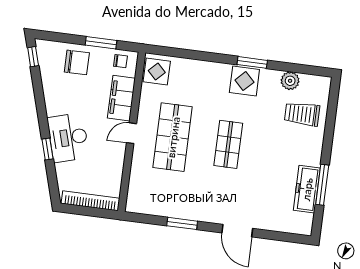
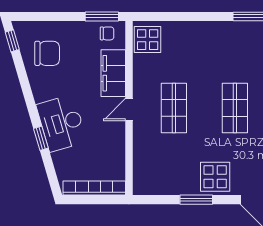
window: (101, 43) -> (102, 16), moved
chair: (77, 62) -> (47, 53), moved
display table: (244, 81) -> (215, 177), moved
shop shelf: (173, 137) -> (174, 108), width x0.70, depth x0.74

